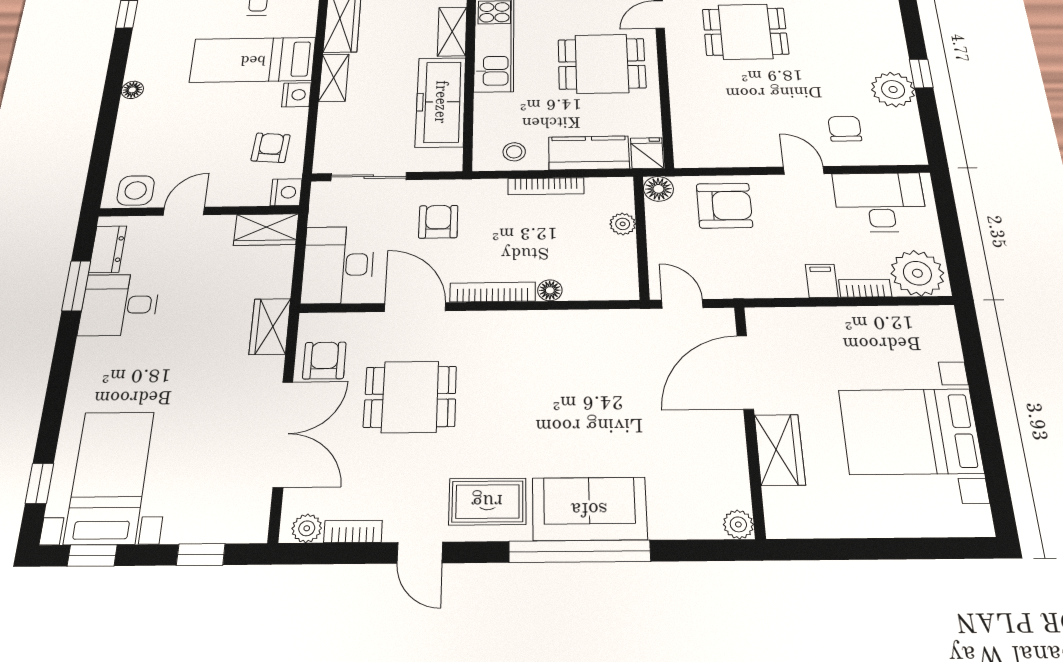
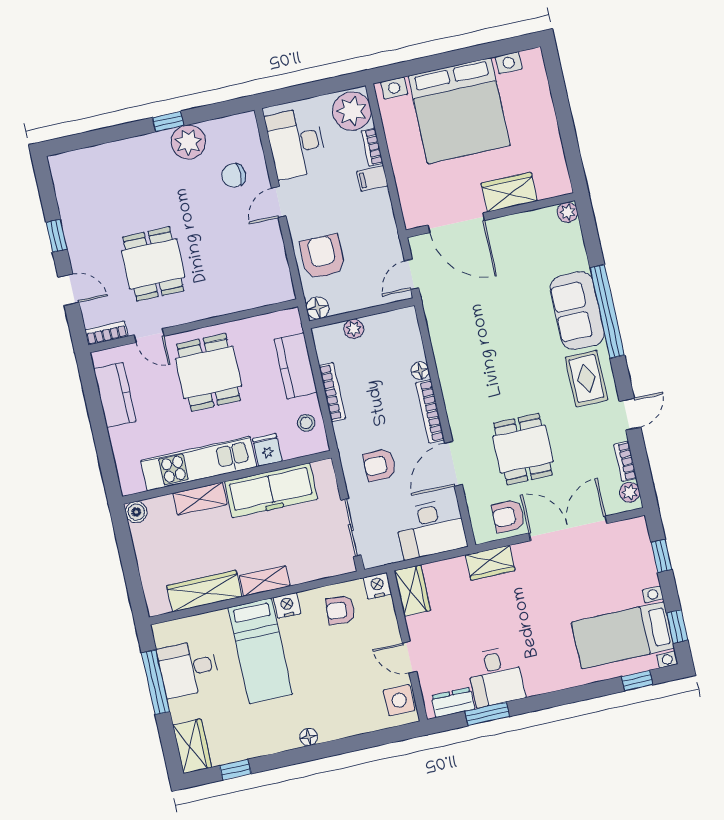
fridge: (647, 153) -> (267, 450), moved, turned 90
bed with nightstands: (910, 431) -> (459, 111), width x1.36

